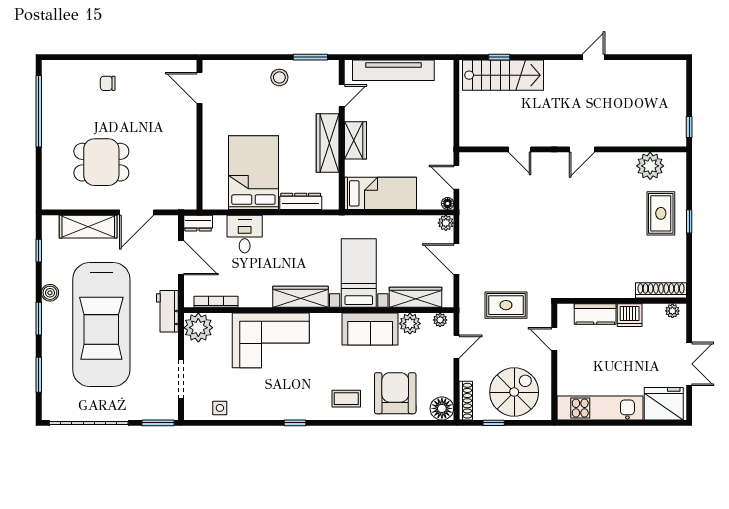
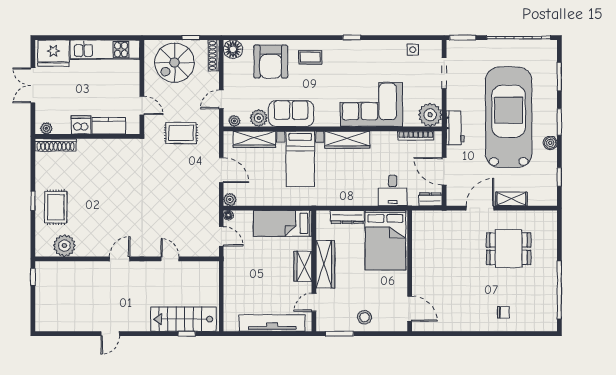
door: (199, 88) -> (410, 309), moved
wall: (199, 135) -> (410, 271), moved
shelving: (88, 227) -> (511, 199), width x0.67, depth x0.75

